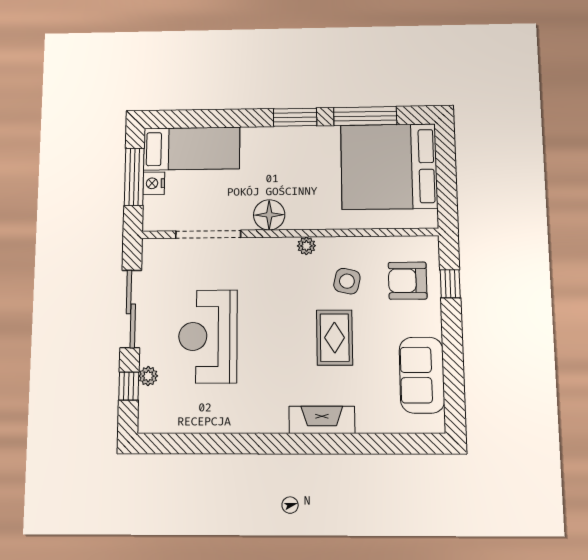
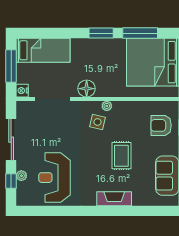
nightstand: (154, 183) -> (22, 91), moved
side table: (347, 281) -> (98, 122), moved
reception desk: (208, 336) -> (54, 178), moved

